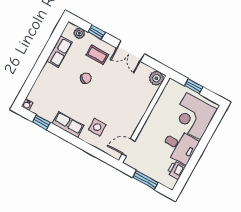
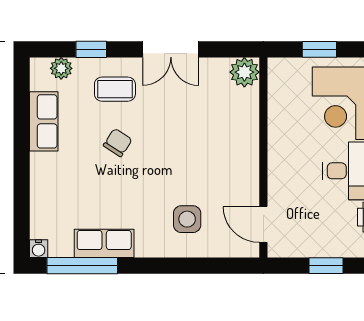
window: (42, 122) -> (82, 266), width x2.17
row of seats: (68, 125) -> (104, 243), moved
door: (128, 148) -> (263, 224), hinge flipped
window: (145, 180) -> (326, 266), width x0.67

